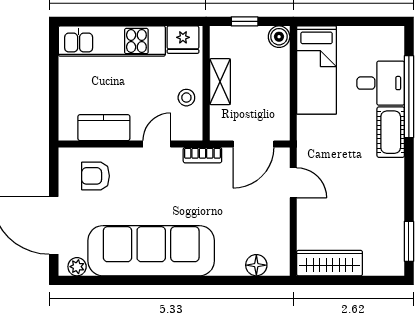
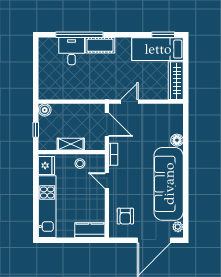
bed: (317, 70) -> (158, 49), moved, turned 180
kitchen counter: (104, 128) -> (90, 230), moved, turned 90
floor lamp: (256, 265) -> (177, 140), moved

